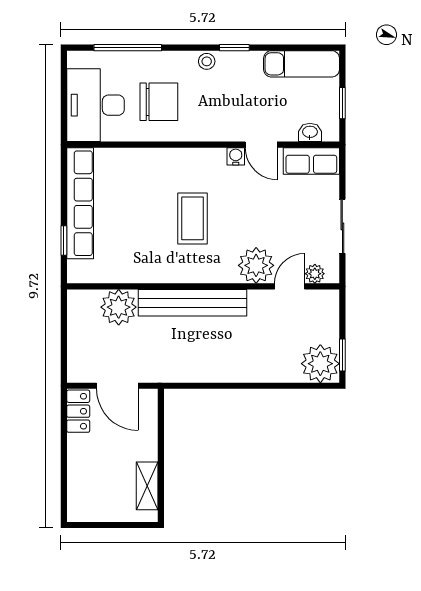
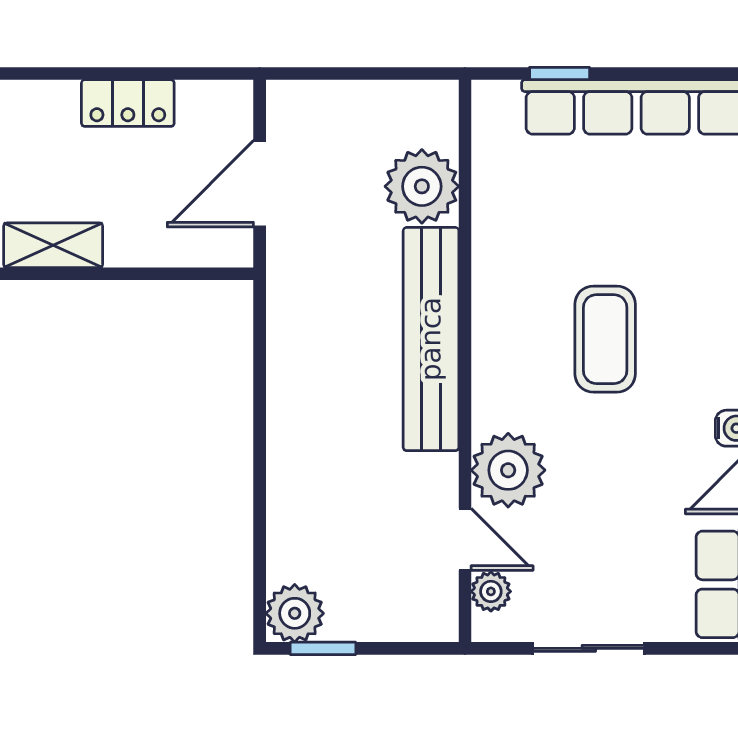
coffee table: (193, 218) -> (605, 339), turned 90
plant: (320, 364) -> (295, 613), width x0.73, depth x0.73
locker: (78, 411) -> (128, 103), moved

